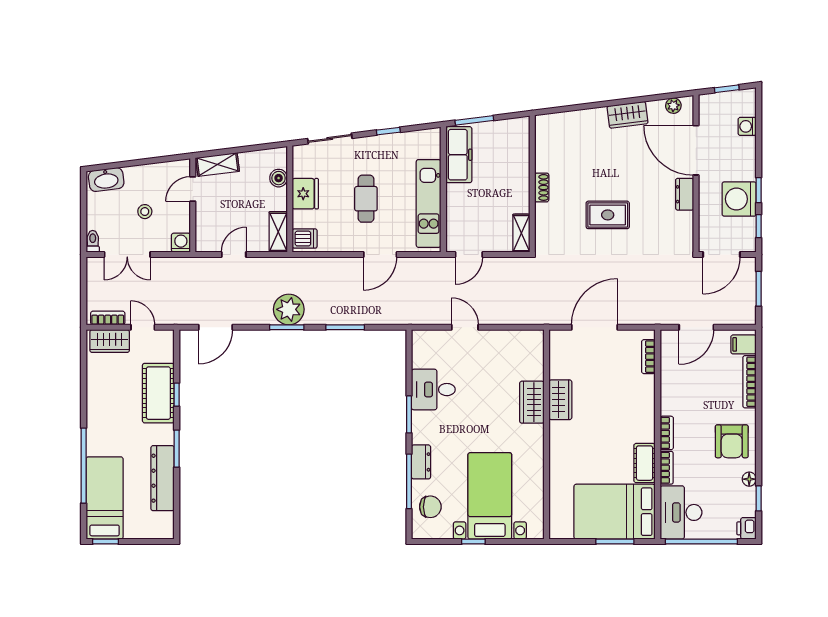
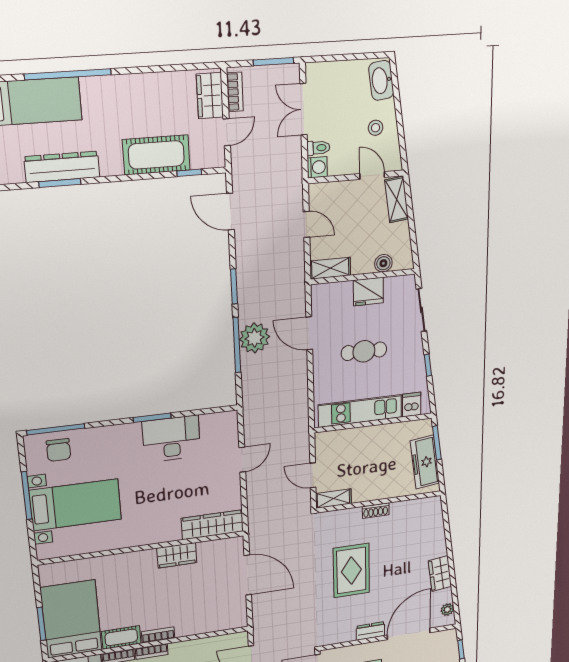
freezer: (459, 155) -> (425, 462), moved, turned 83
stool: (145, 212) -> (376, 128), moved
rug: (608, 215) -> (351, 571), width x1.36, depth x1.43
dishwasher: (305, 239) -> (412, 404), moved, turned 180
toilet: (93, 241) -> (318, 148), moved
door: (380, 254) -> (309, 333), moved
door: (469, 254) -> (313, 475), moved
window: (84, 281) -> (273, 62), added
plant: (289, 309) -> (255, 338), moved
window: (345, 327) -> (237, 345), width x1.44
bookcase: (648, 357) -> (158, 635), moved
desk: (433, 390) -> (171, 439), width x1.37
window: (177, 395) -> (189, 173), moved
wardrobe: (532, 402) -> (212, 525), moved, width x1.50
window: (177, 449) -> (60, 183), moved
dresser: (421, 462) -> (104, 435), removed
window: (409, 481) -> (56, 429), moved
window: (473, 541) -> (27, 496), width x2.17

